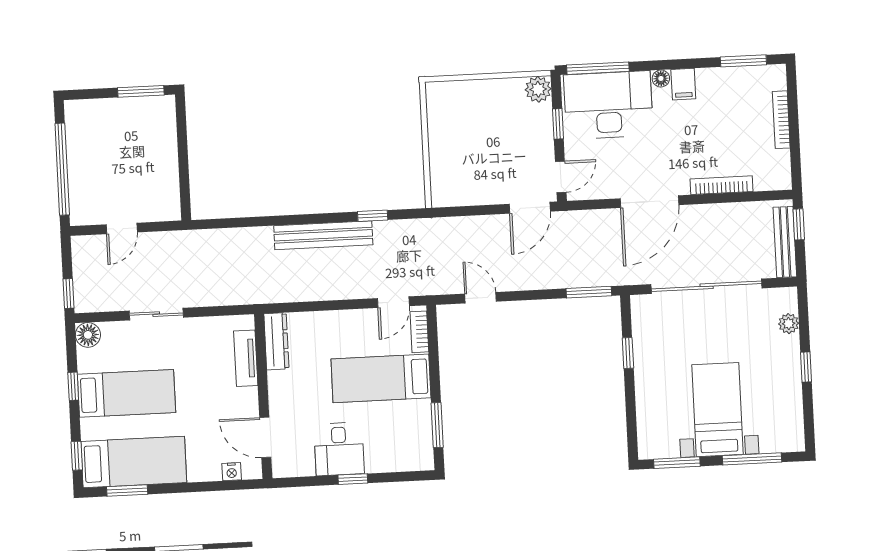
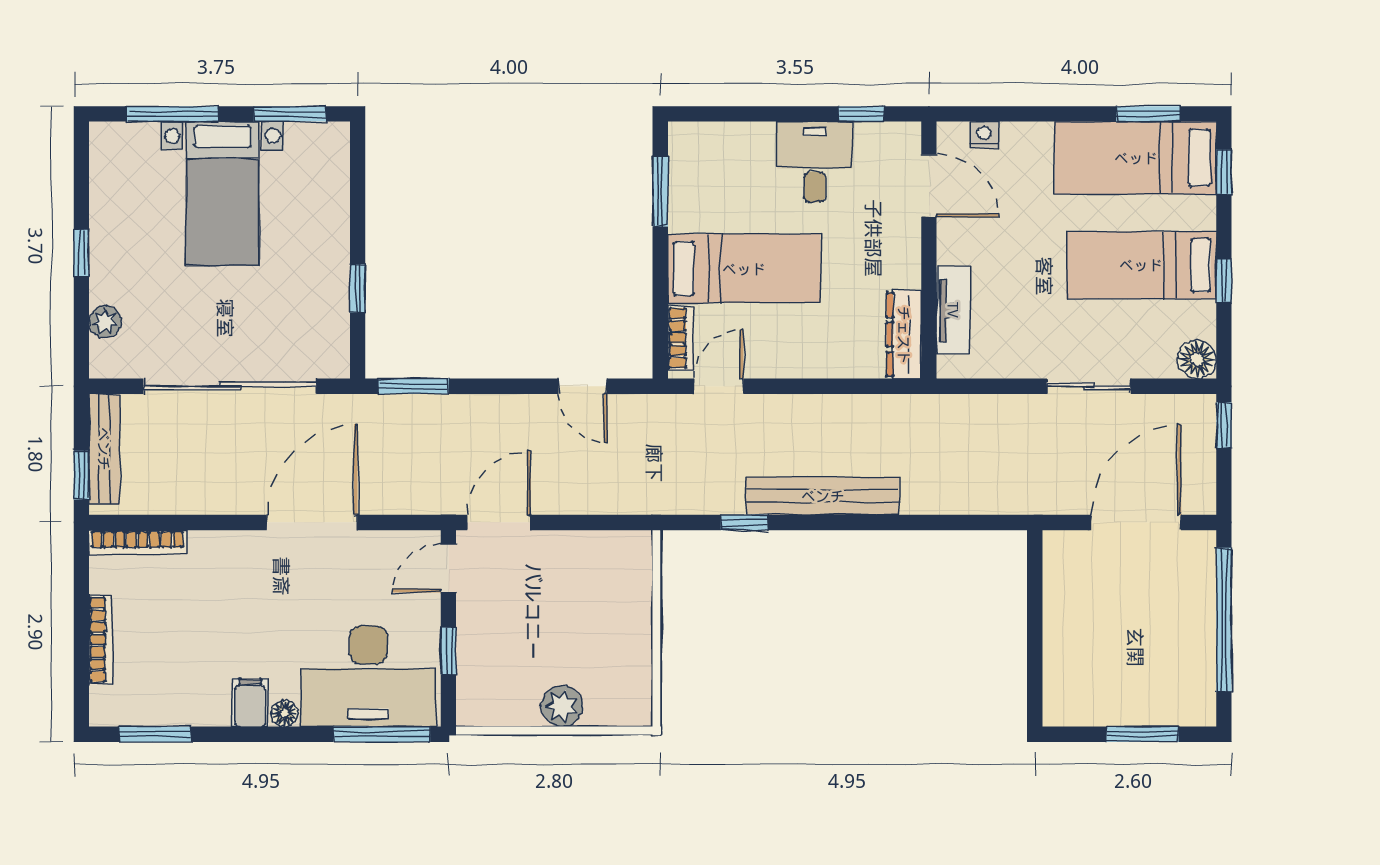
plant: (538, 89) -> (562, 706), moved
window: (141, 91) -> (1143, 734), moved
bookcase: (722, 185) -> (137, 542), moved
door: (122, 228) -> (1136, 522), width x1.88
window: (353, 479) -> (861, 114), moved

